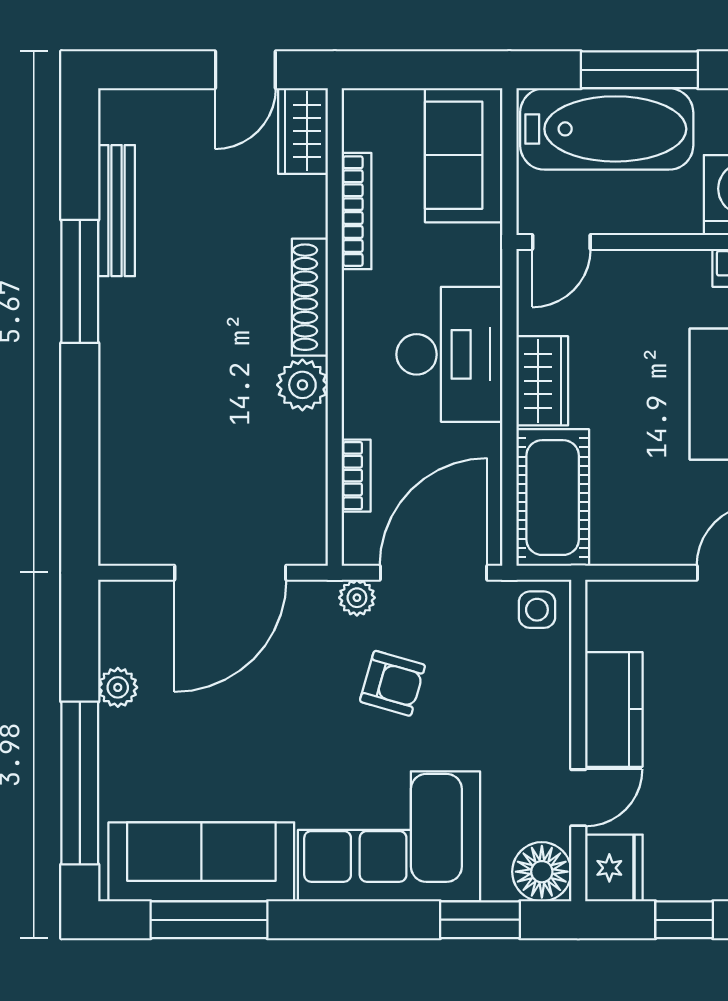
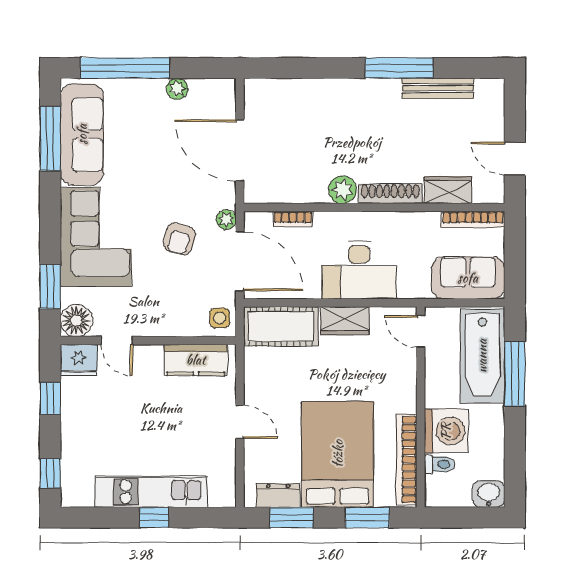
wardrobe: (303, 131) -> (448, 190), moved
bookcase: (357, 211) -> (473, 219), moved
kitchen counter: (614, 709) -> (196, 360), moved

